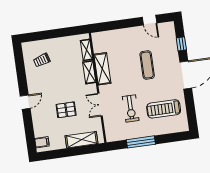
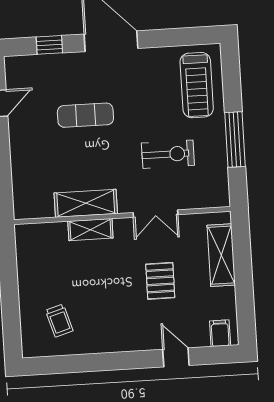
shelving: (86, 50) -> (46, 232), removed
door: (25, 102) -> (176, 357), moved
treadmill: (164, 109) -> (197, 85), moved

